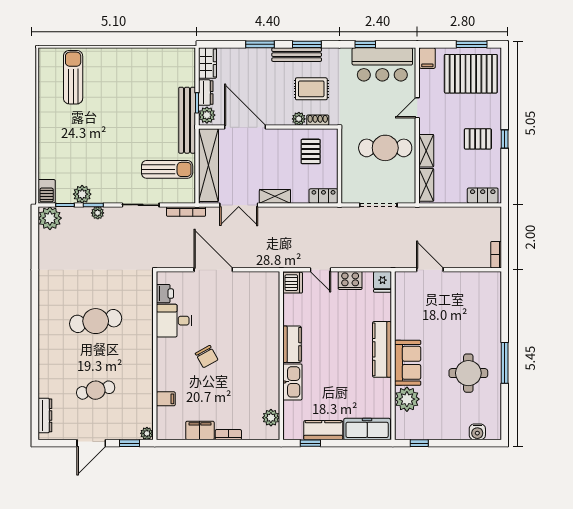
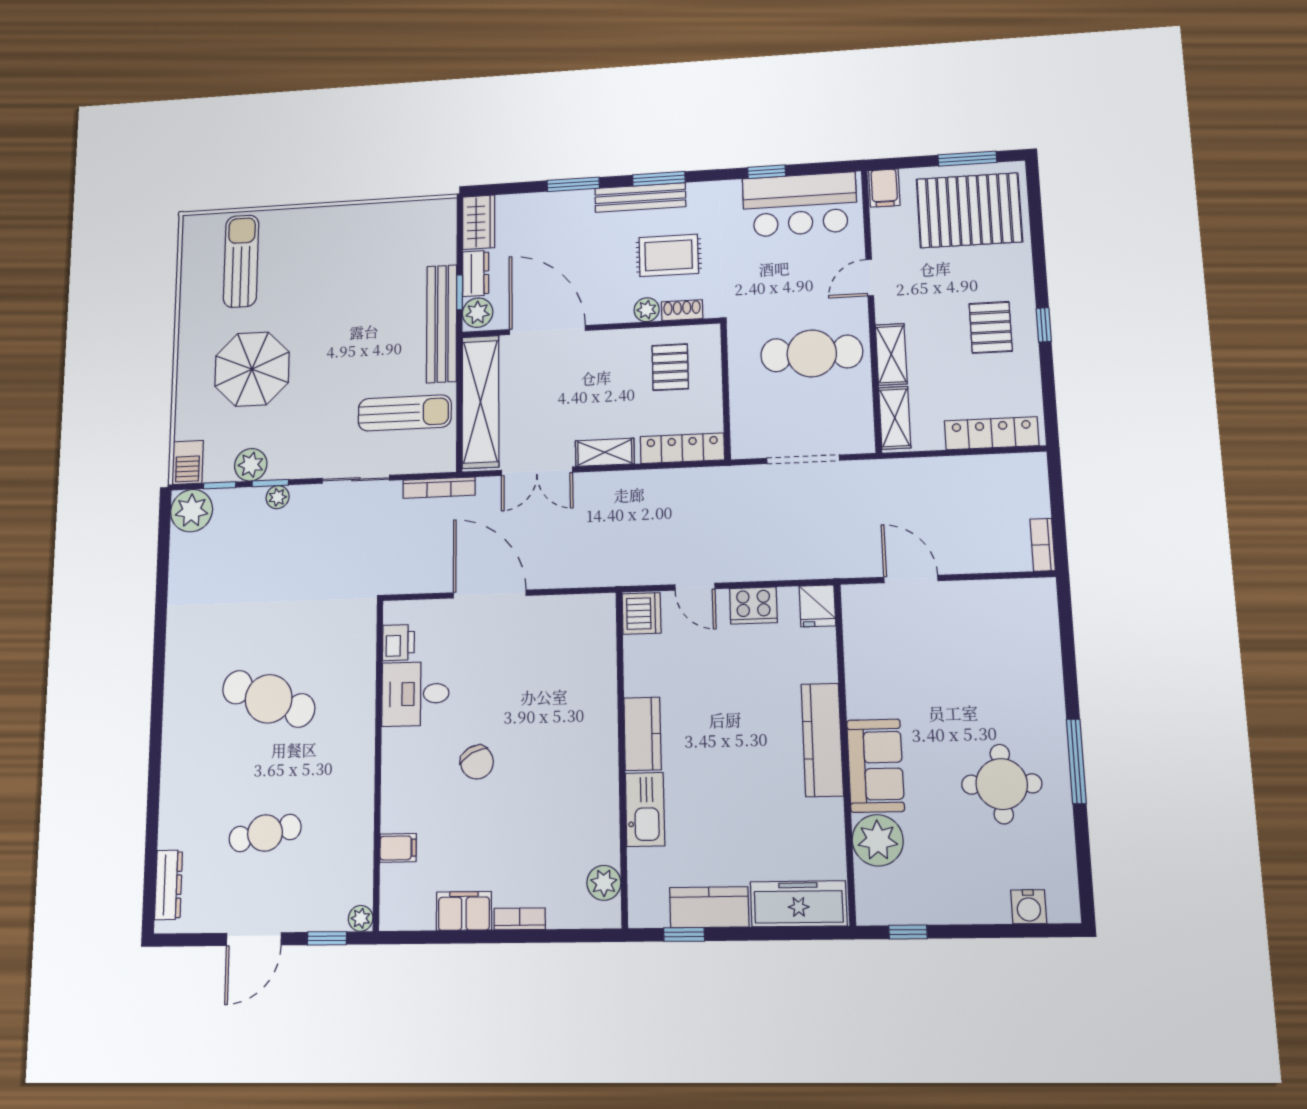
pallet: (478, 139) -> (991, 327), turned 90
parasol: (81, 140) -> (252, 369), added
locker: (323, 196) -> (682, 448), width x1.53
locker: (483, 196) -> (992, 433), width x1.53
cafe table: (96, 321) -> (269, 699), turned 30

